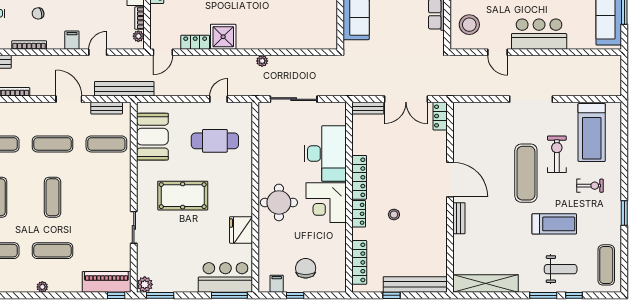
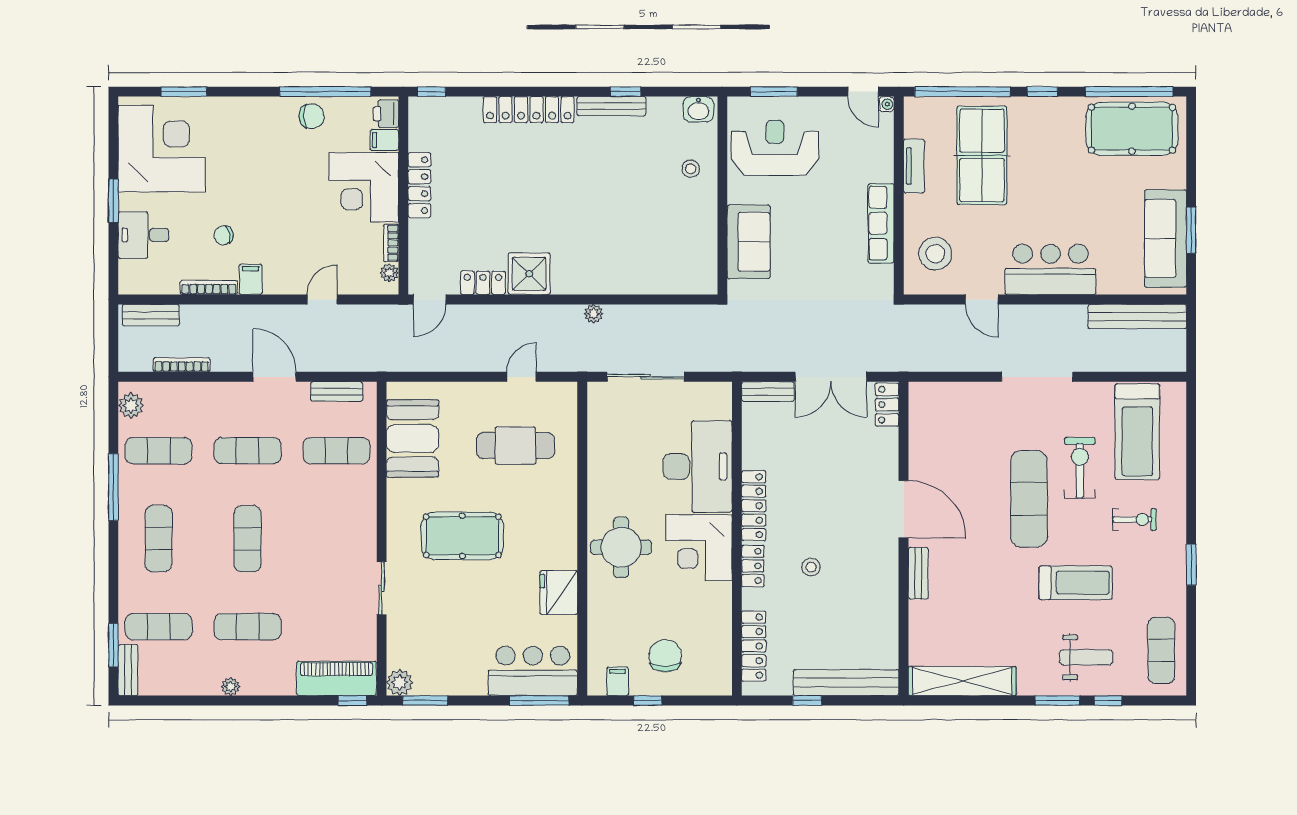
filing cabinet: (72, 40) -> (251, 279), moved
bench: (124, 89) -> (1137, 316), moved

